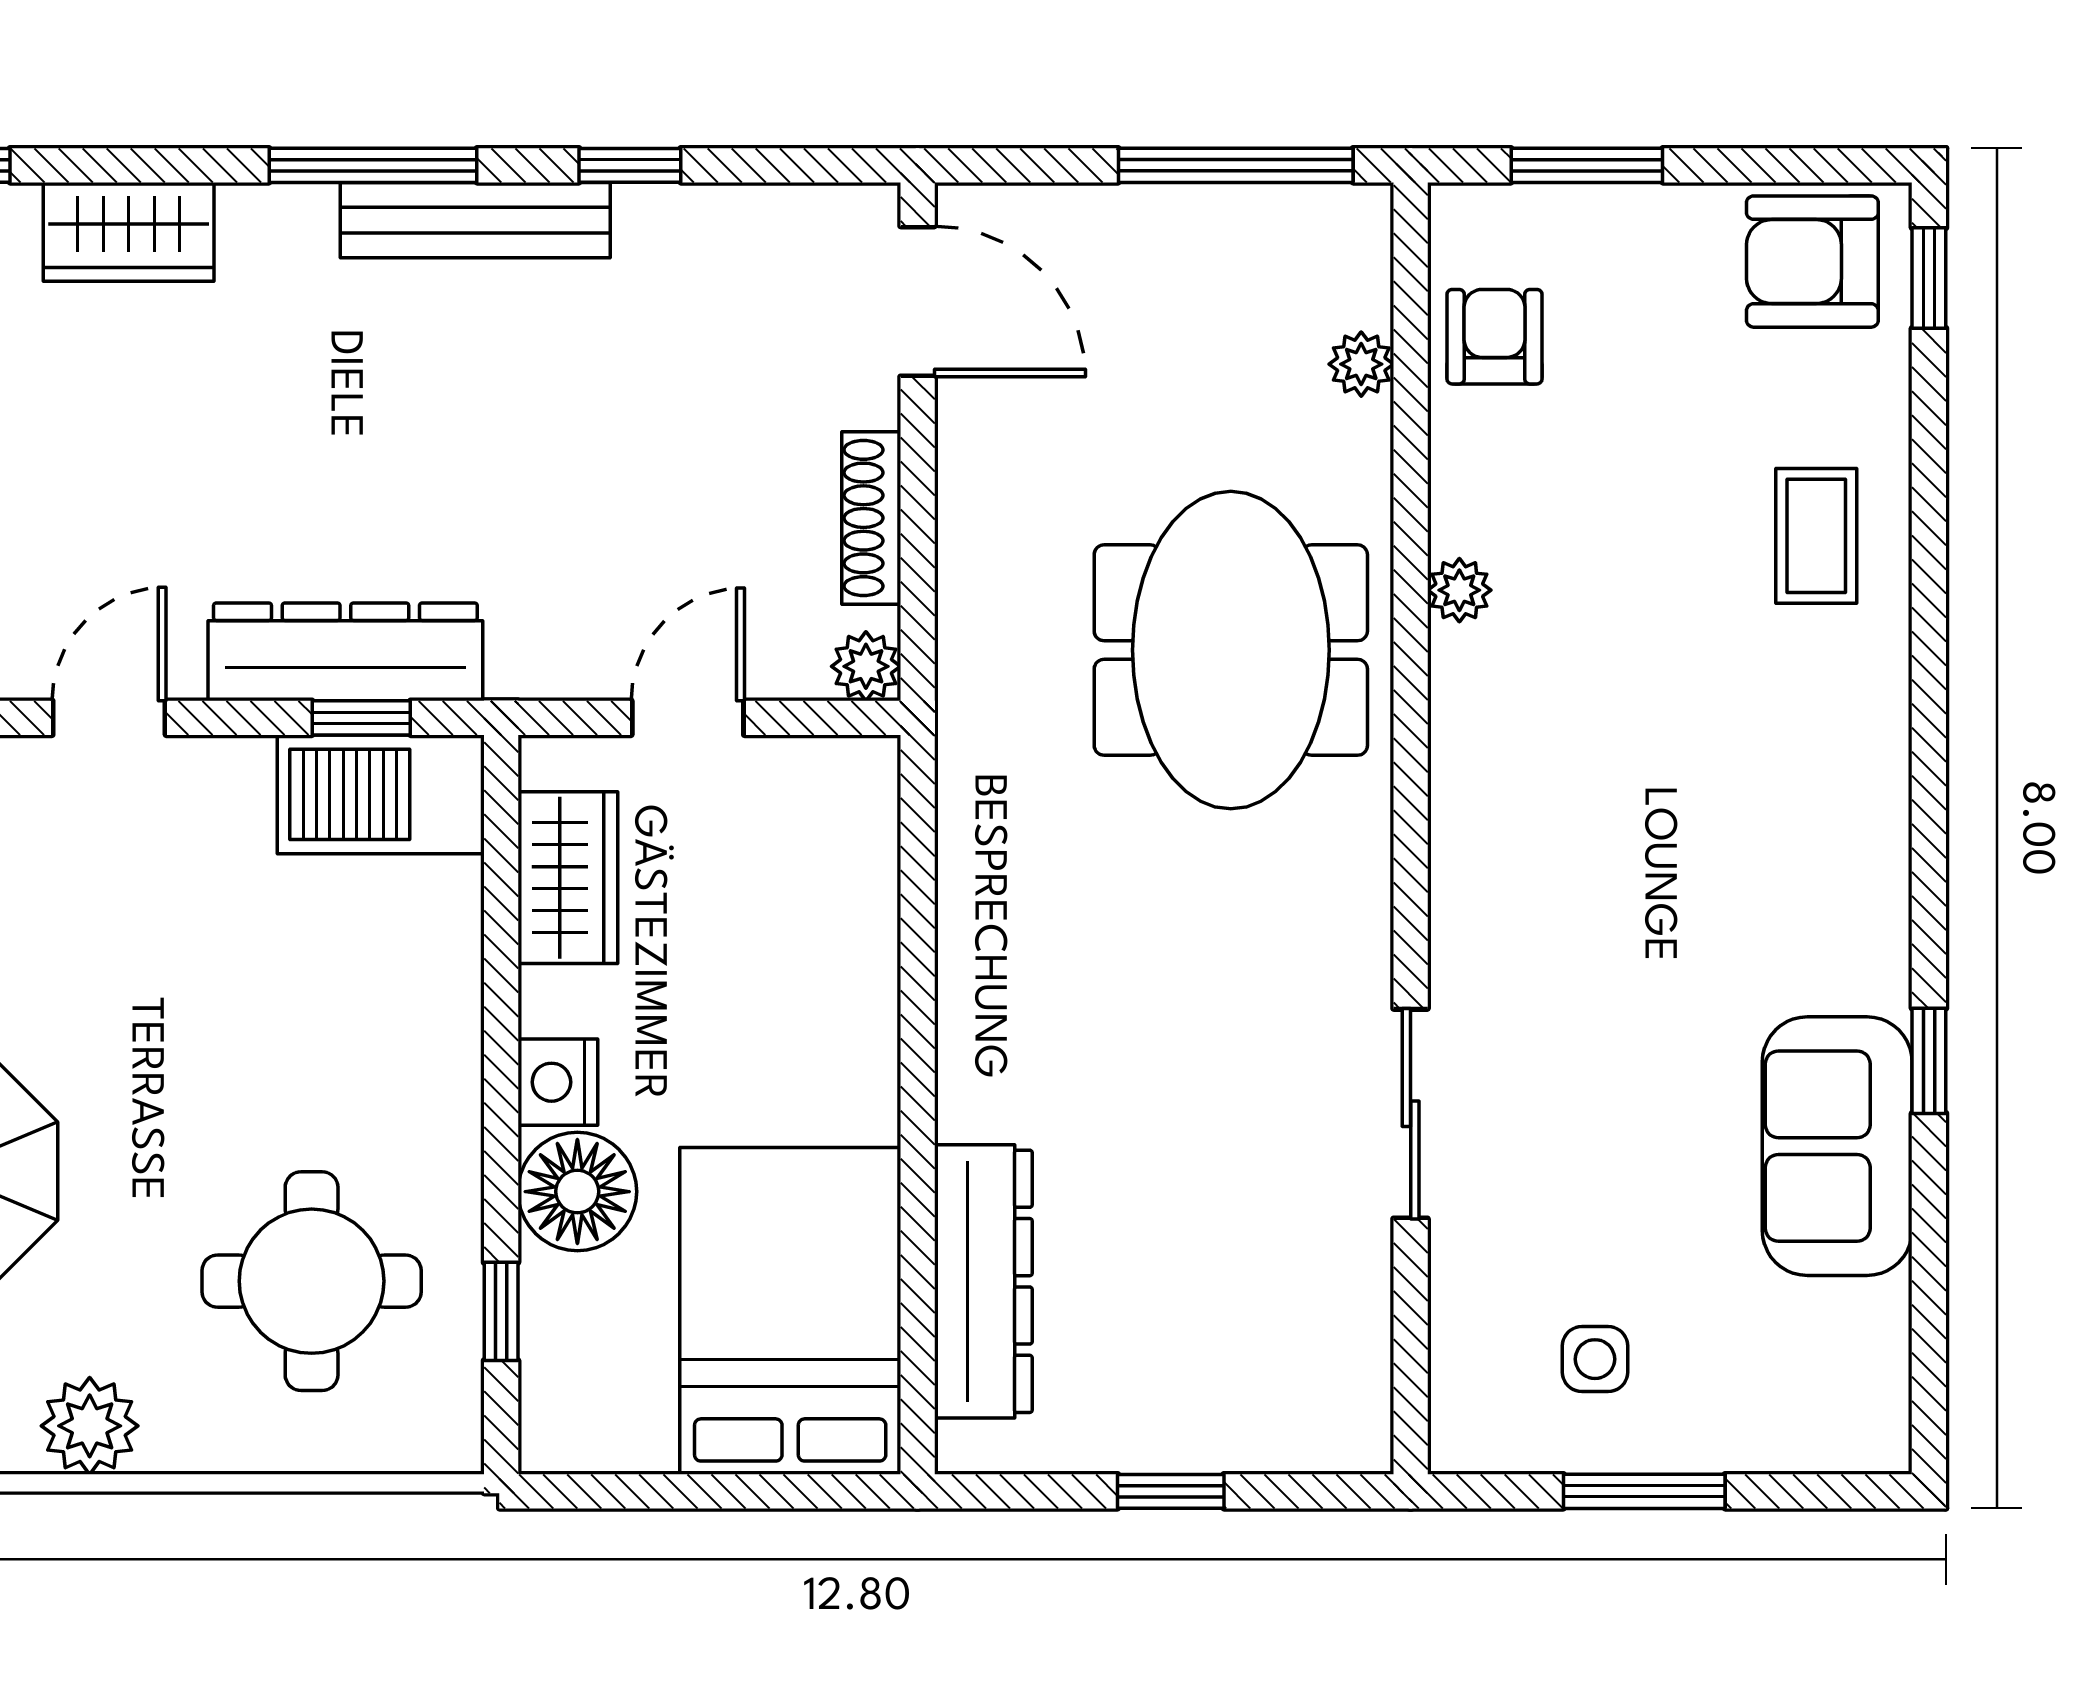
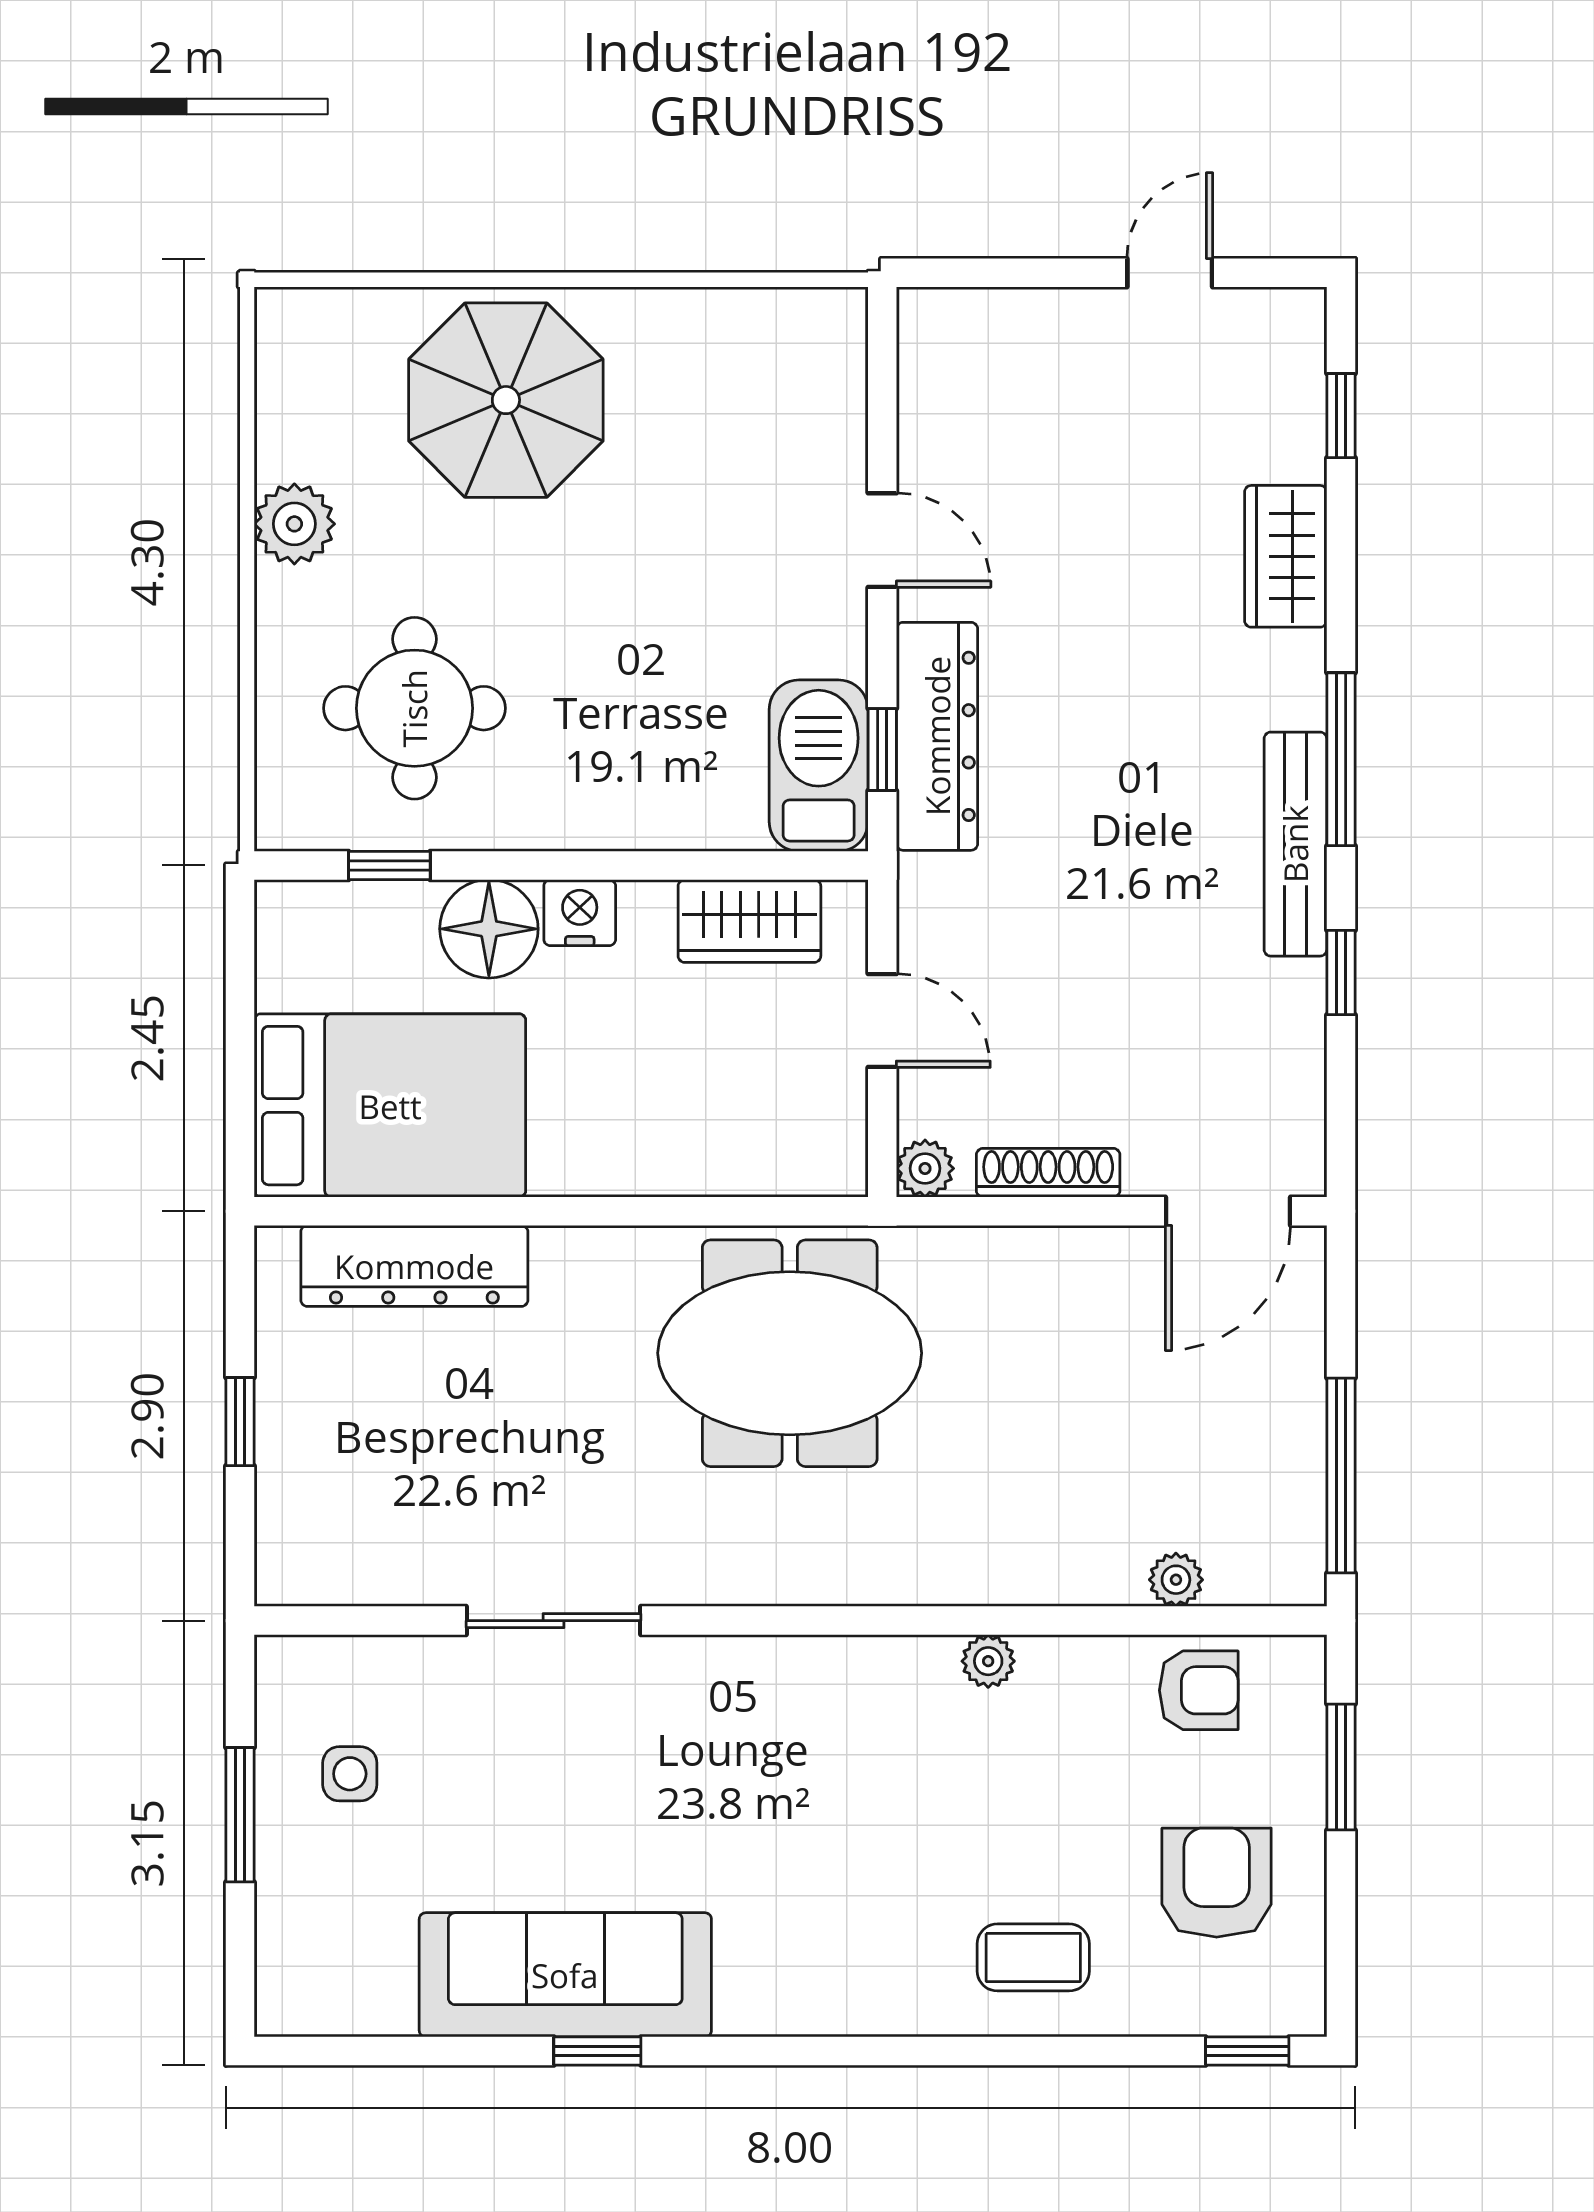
armchair: (1812, 262) -> (1217, 1883), moved
meeting table: (1231, 650) -> (790, 1353), moved
sofa: (1837, 1146) -> (565, 1975), width x1.36

